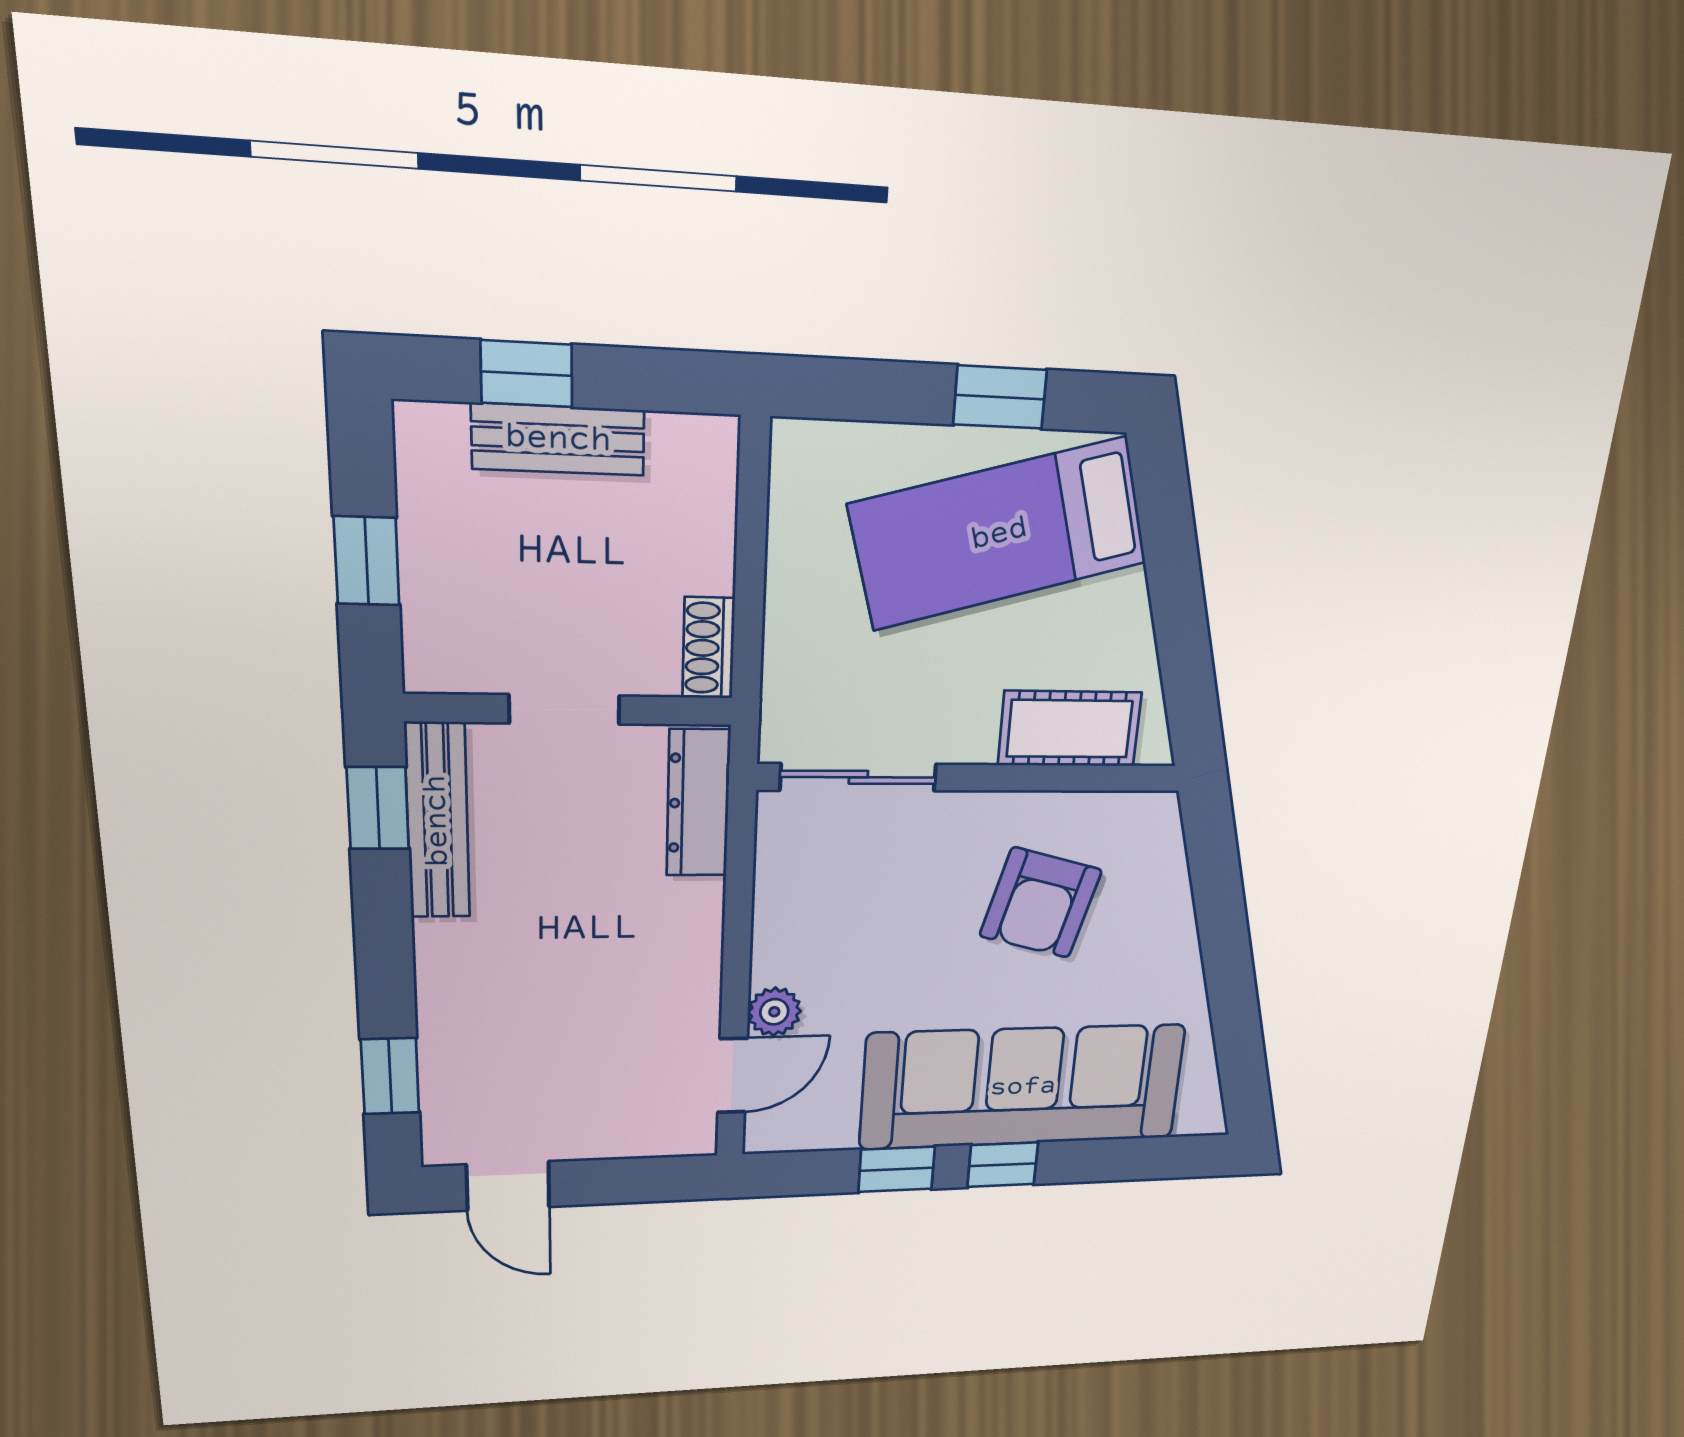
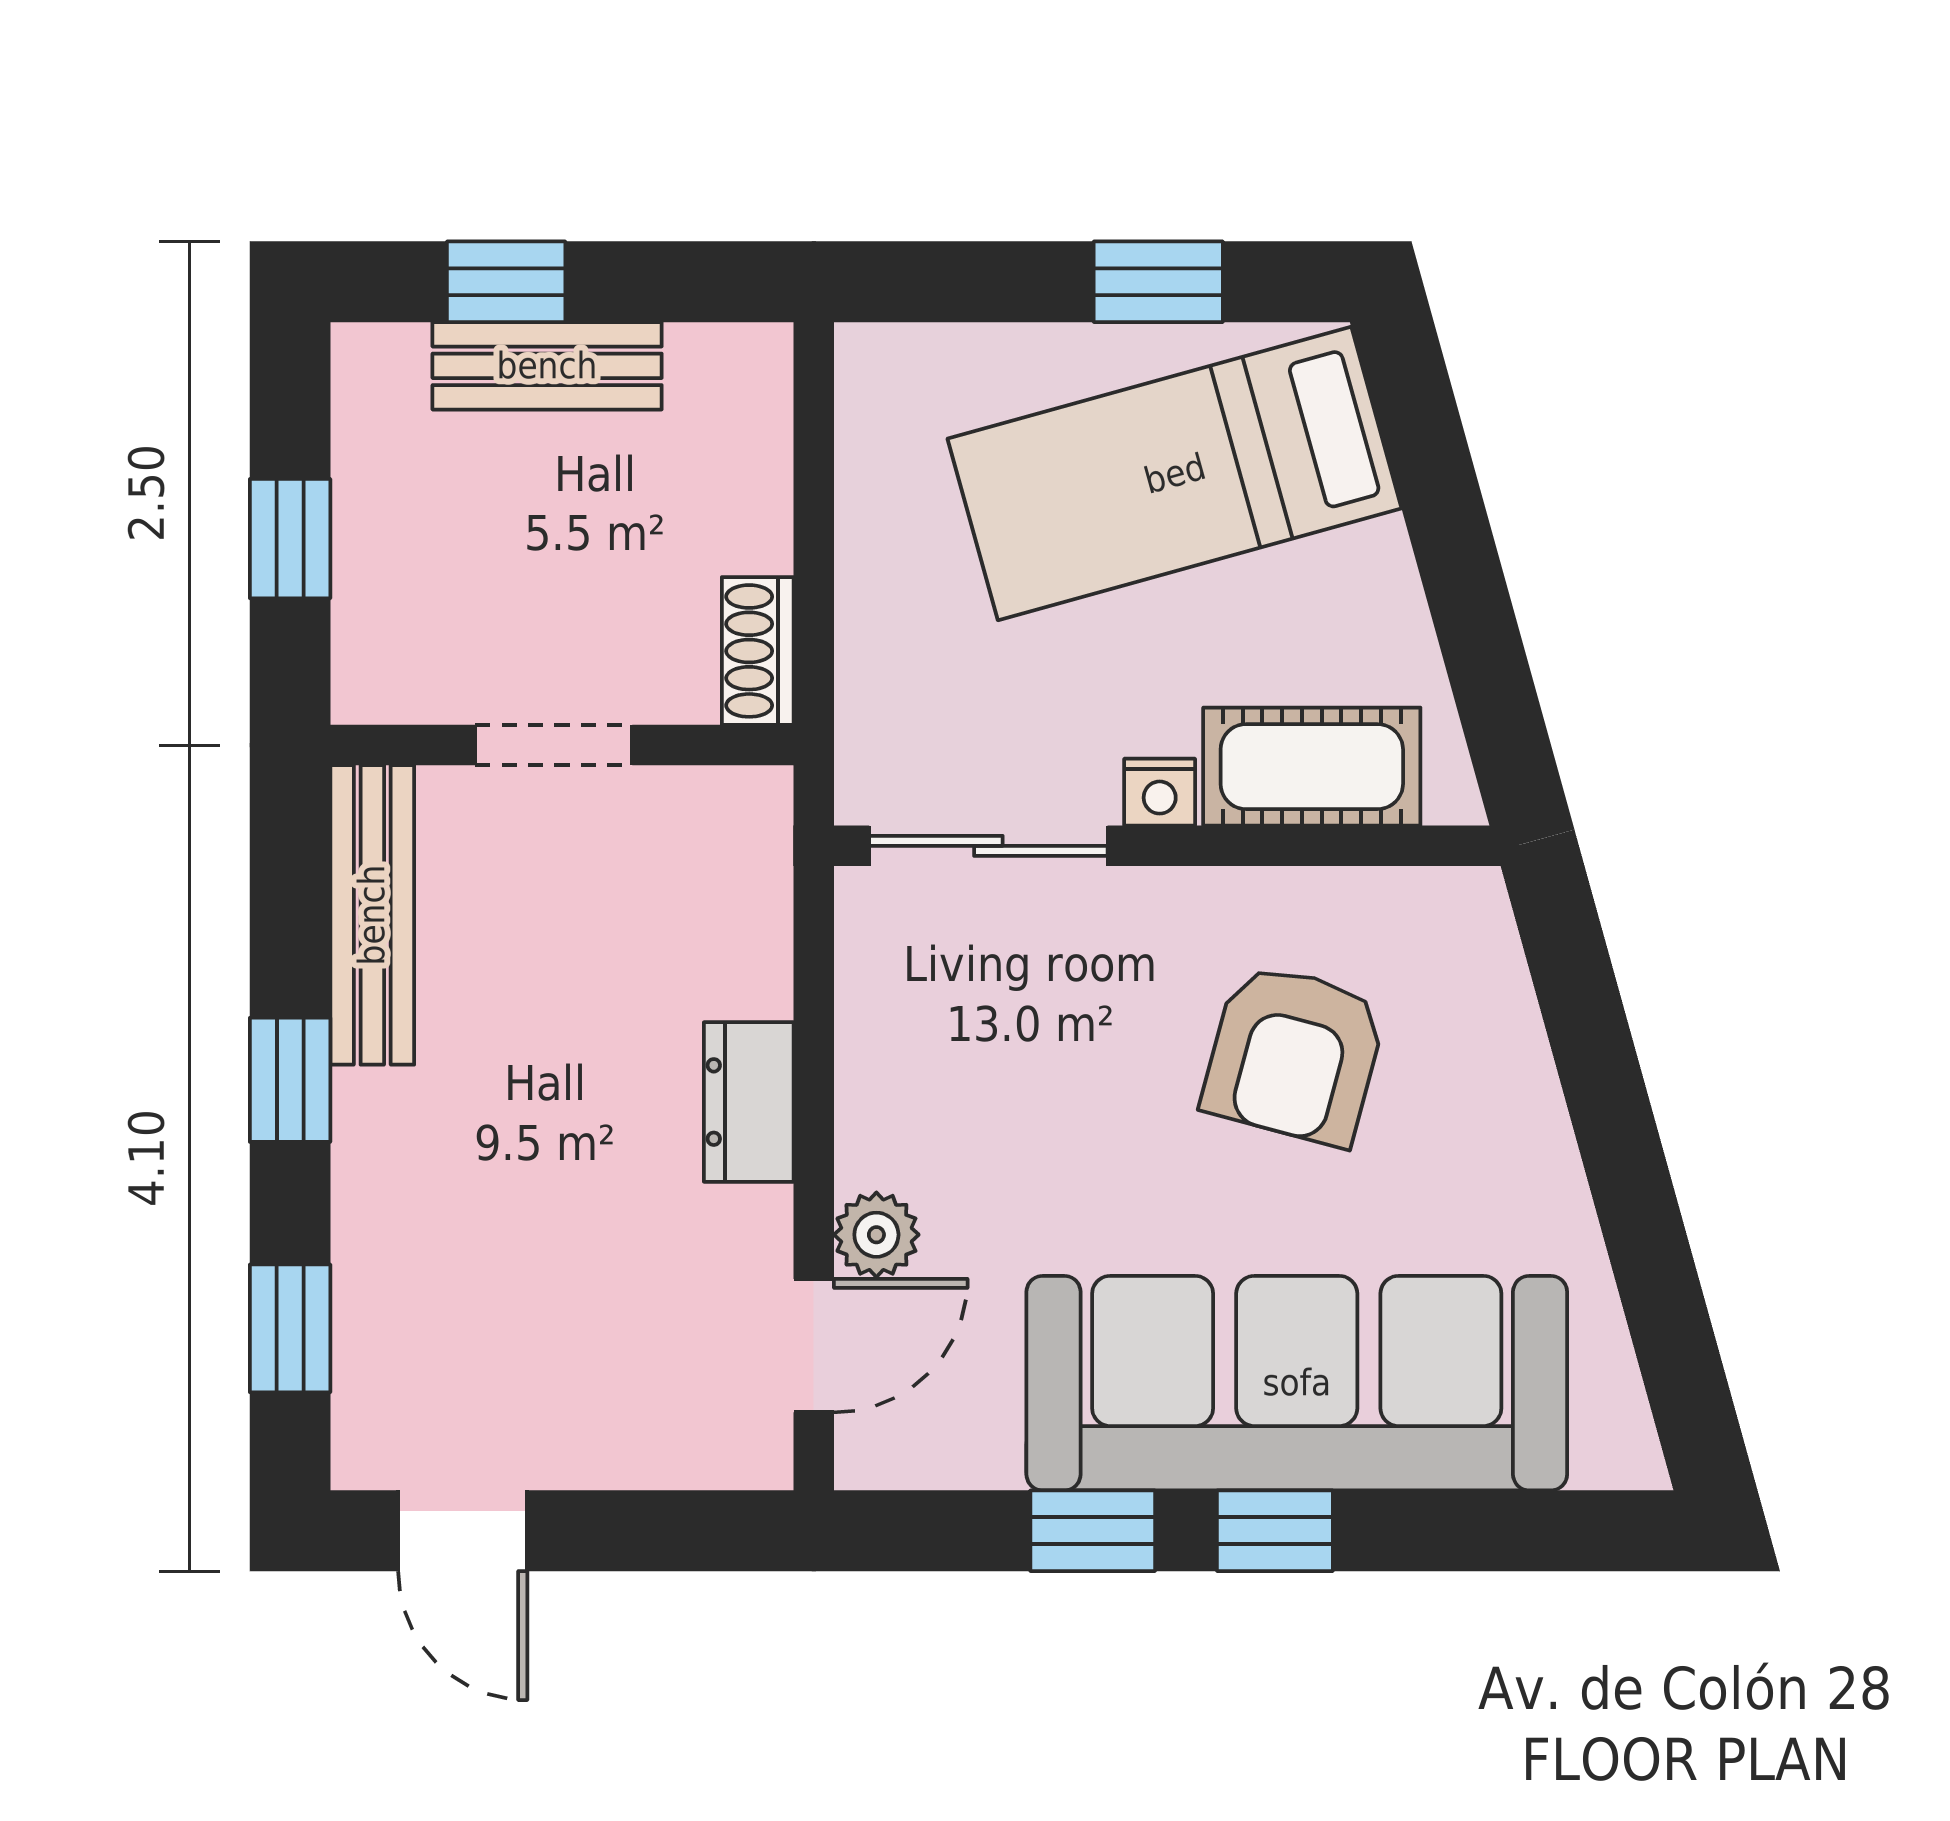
nightstand: (972, 744) -> (1160, 792), added
dresser: (698, 803) -> (749, 1102), moved, width x0.70
window: (378, 808) -> (290, 1080), moved

